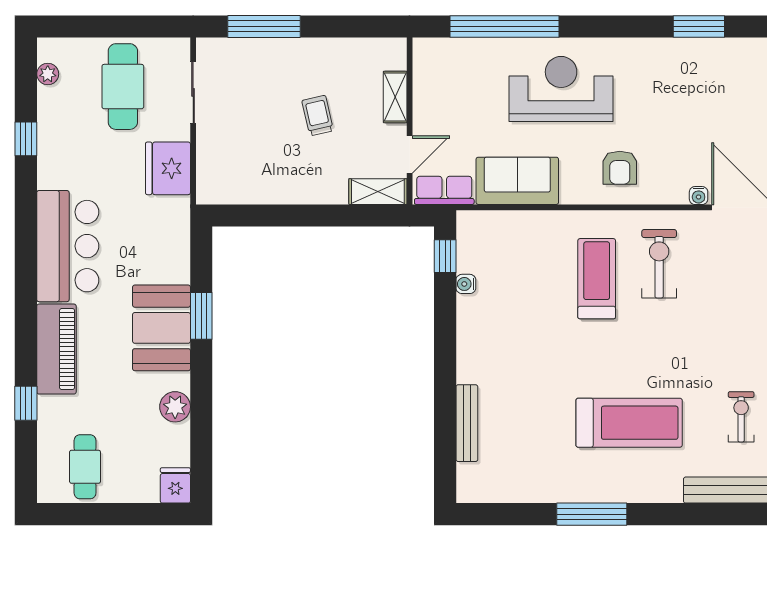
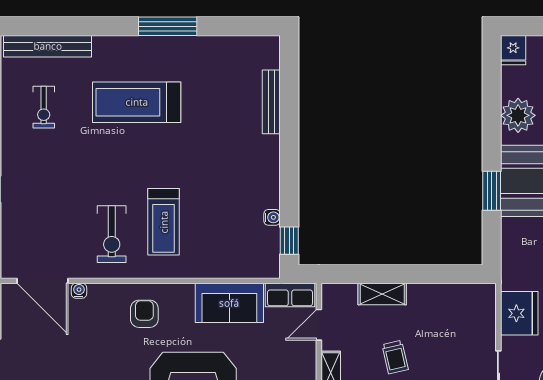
shelving: (378, 192) -> (382, 294), moved
plant: (175, 407) -> (518, 115), width x1.36, depth x1.36

